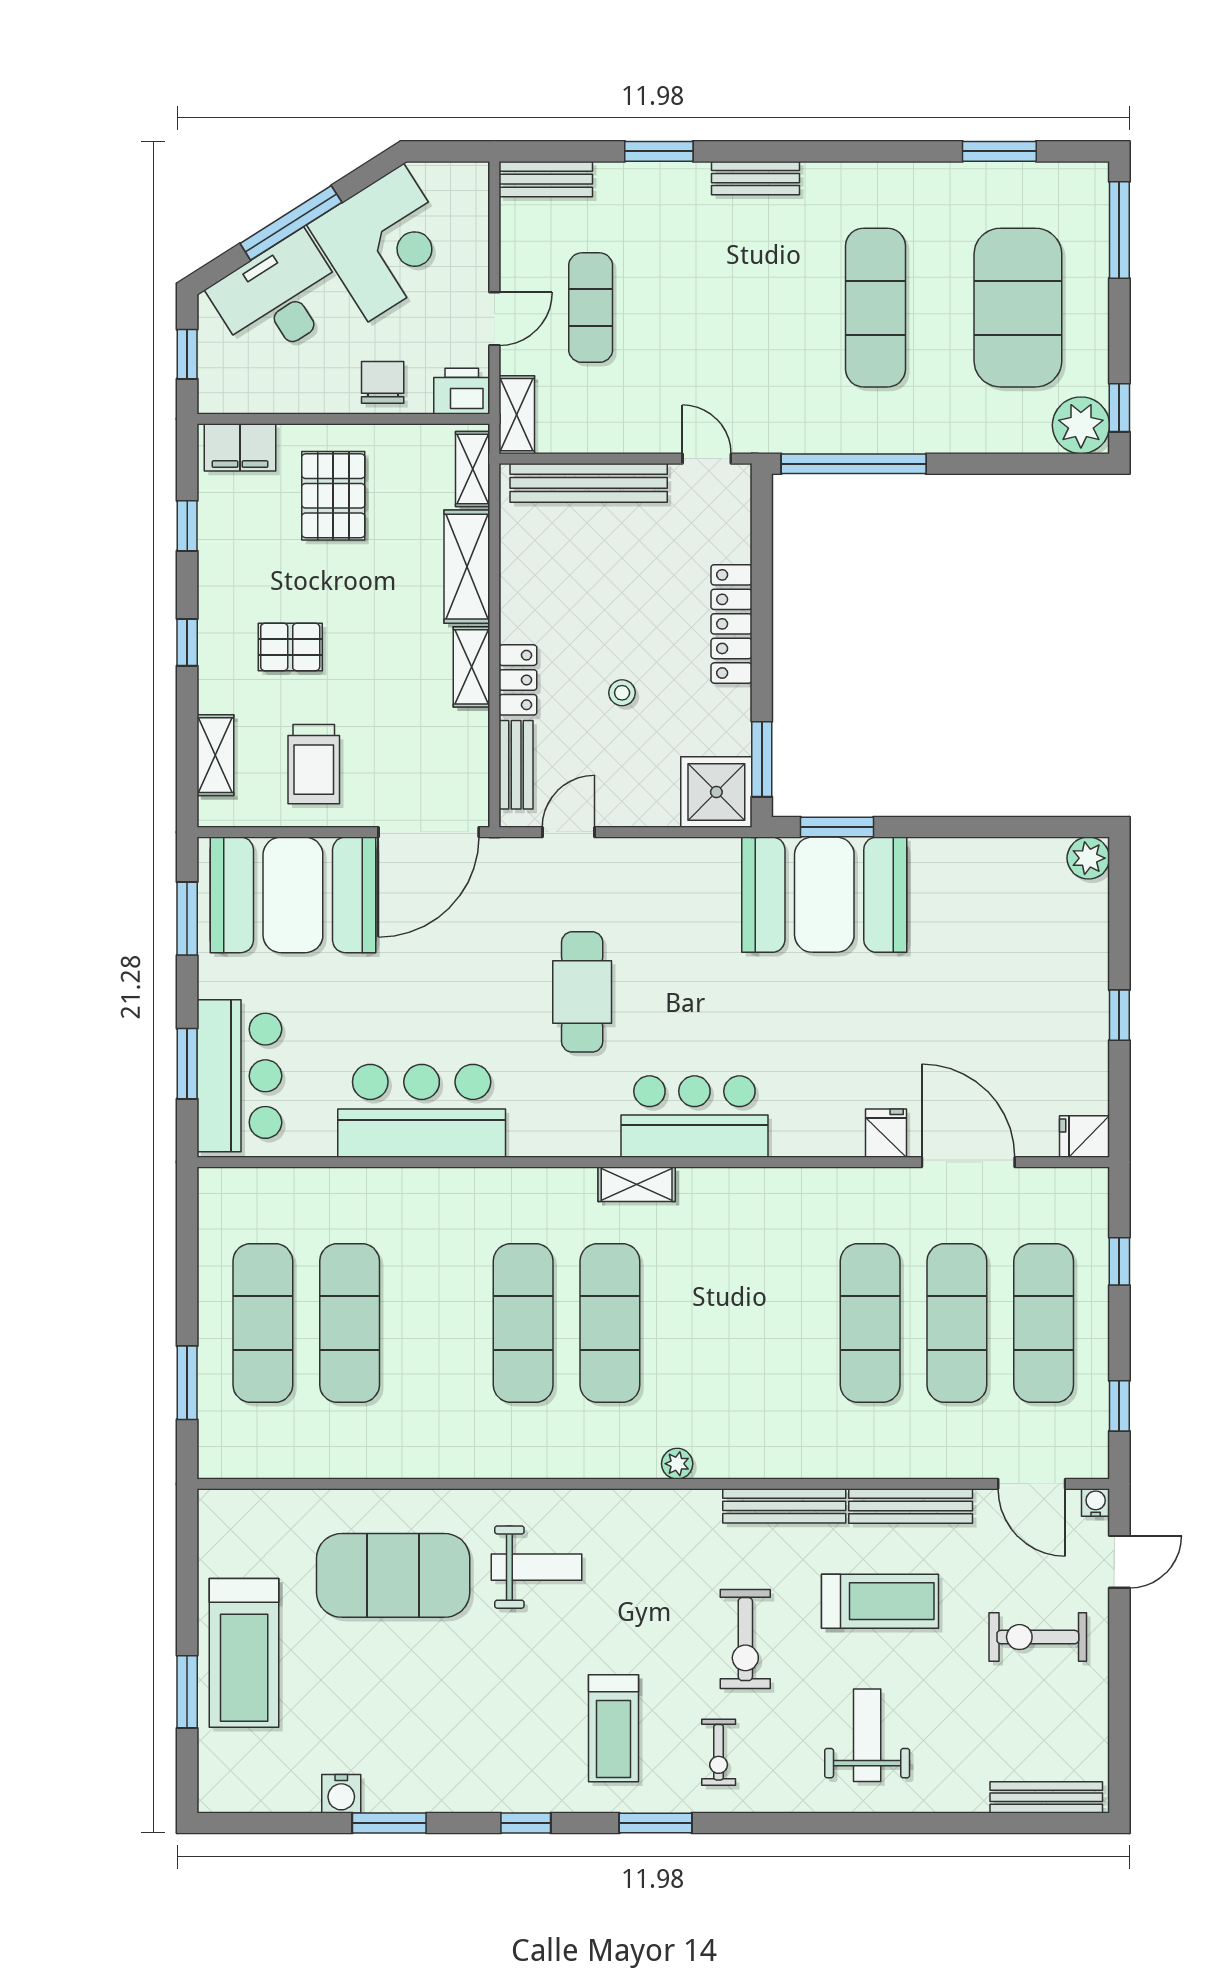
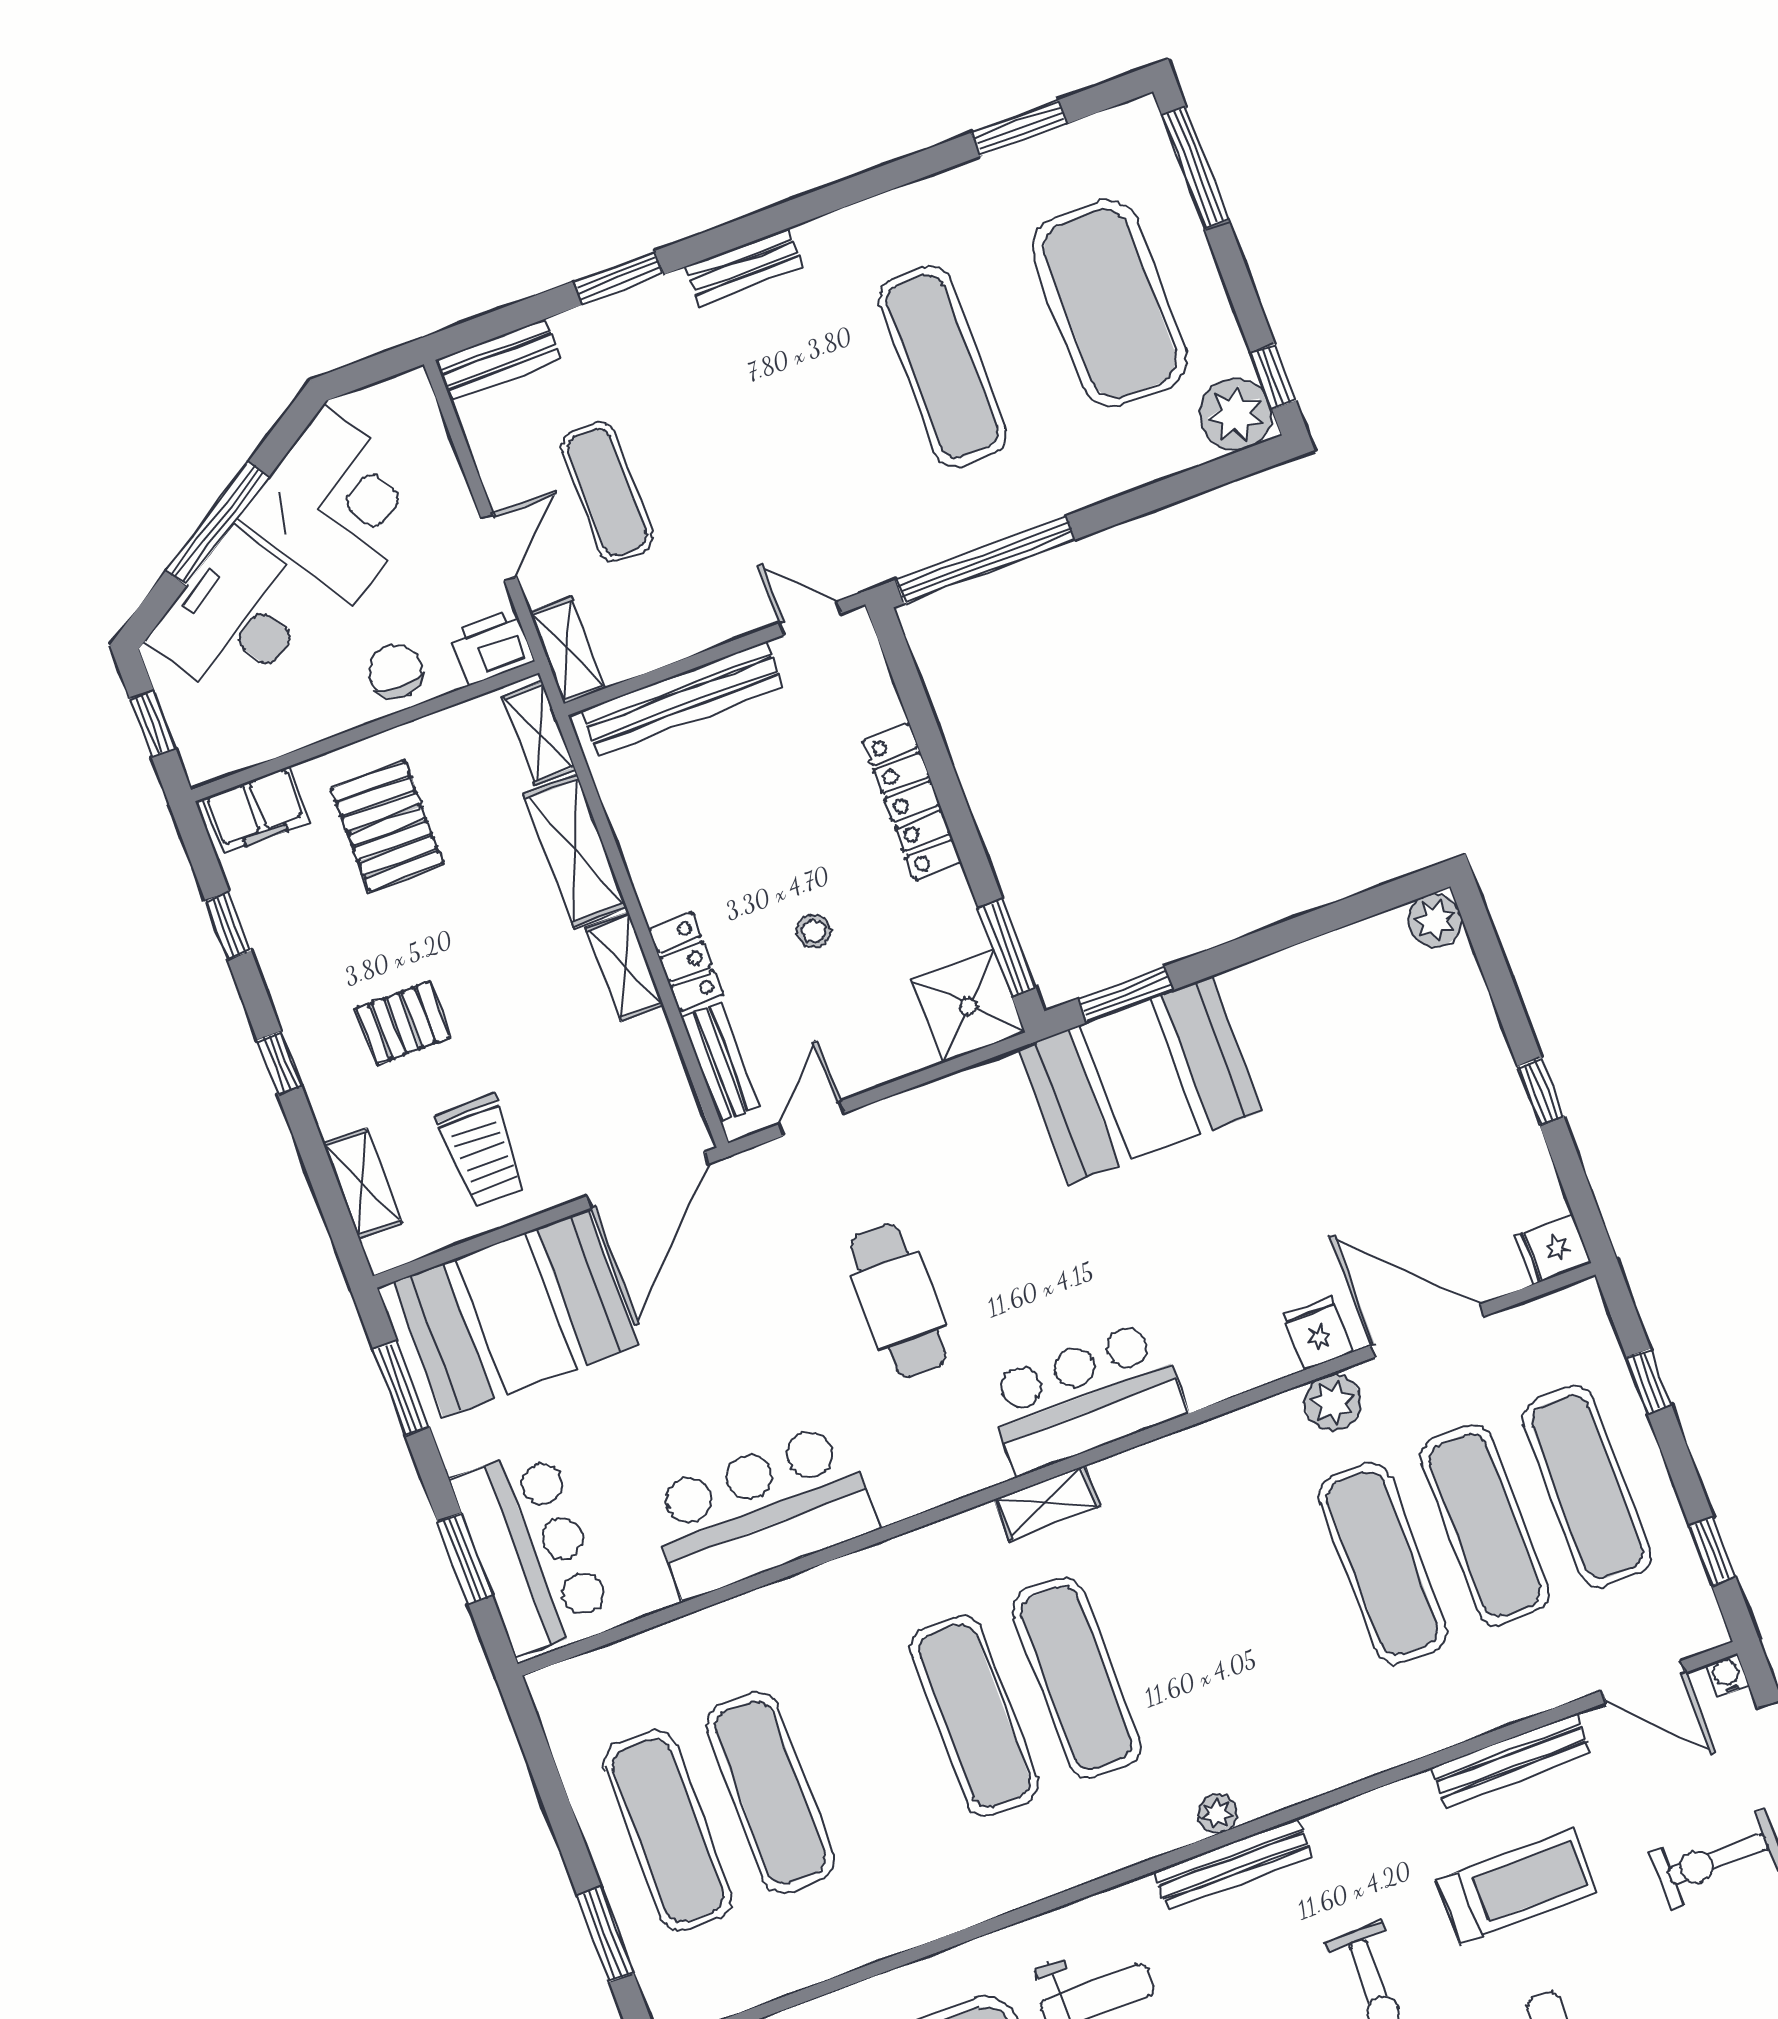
plant: (878, 1189) -> (1333, 1402), added
bench: (784, 1506) -> (1233, 1864), moved

